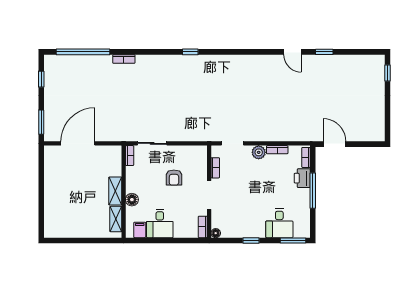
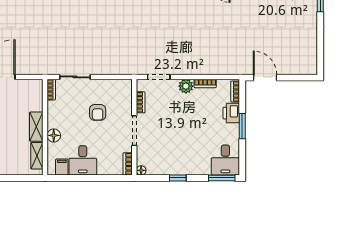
window: (313, 191) -> (242, 126), width x0.69
desk: (279, 223) -> (225, 160), moved

